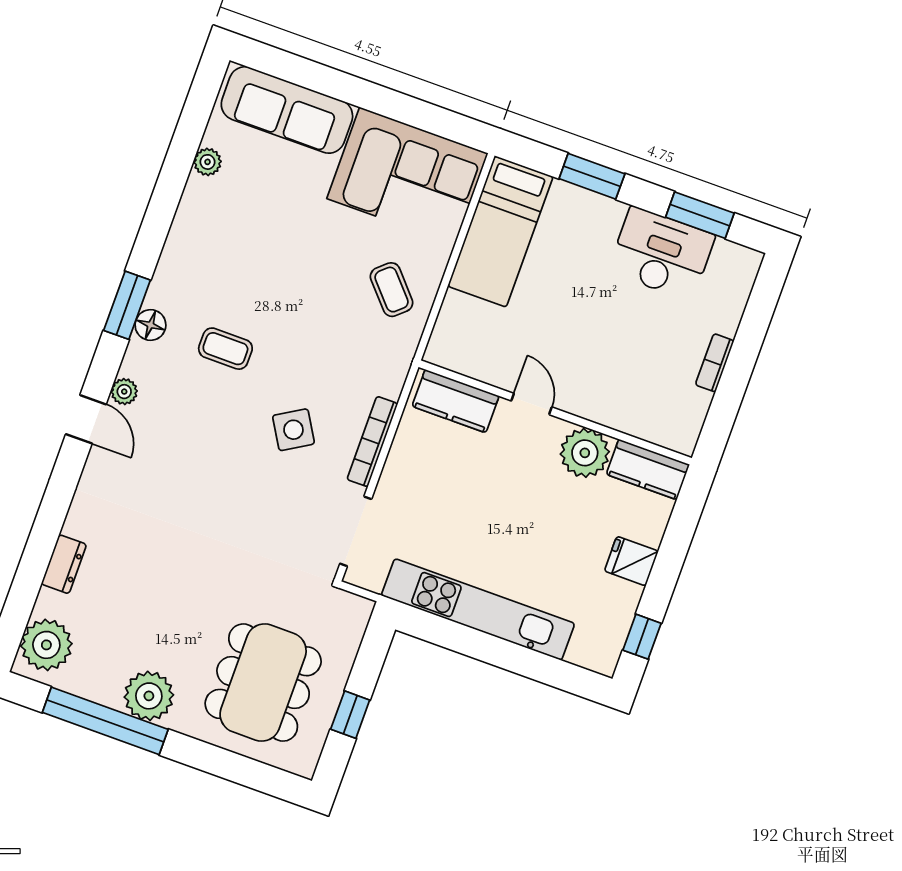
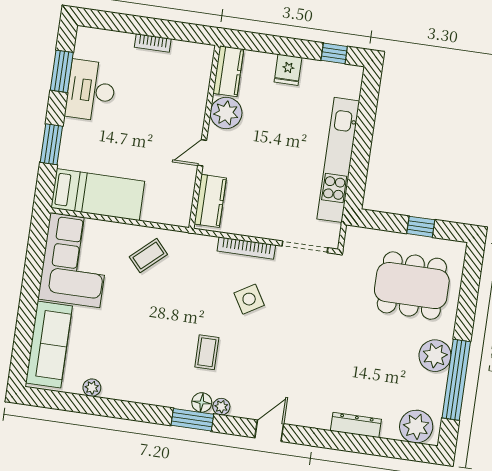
plant: (124, 392) -> (221, 407), moved
dresser: (64, 564) -> (356, 425), width x1.44

